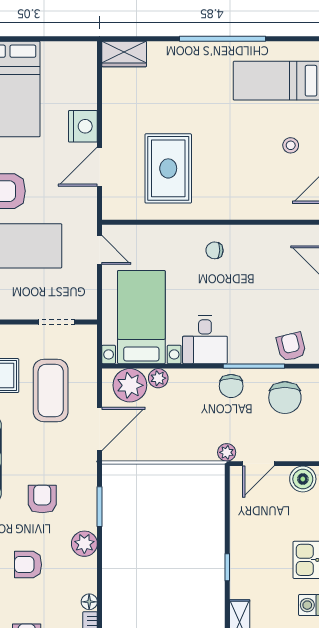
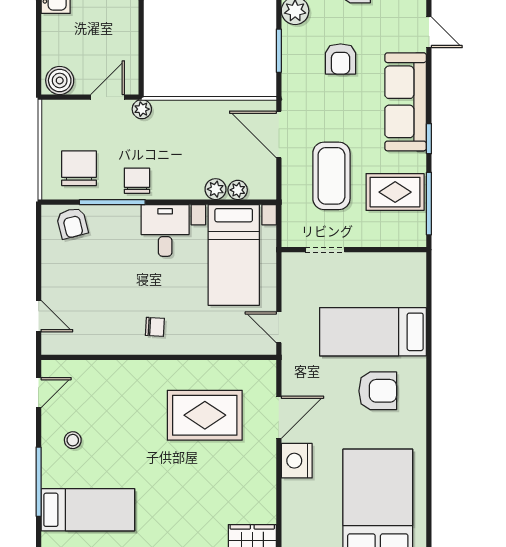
rug: (168, 168) -> (205, 415), turned 90
plant: (130, 385) -> (238, 190), width x0.53, depth x0.53
door: (100, 429) -> (279, 134), hinge flipped

